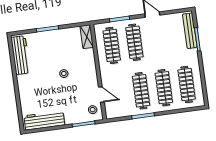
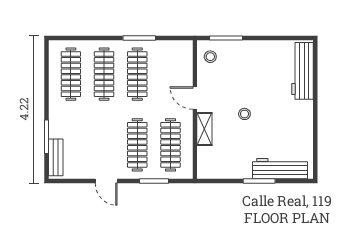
bench: (190, 31) -> (56, 157), width x0.73
shelving: (87, 37) -> (204, 129), moved
workbench: (20, 55) -> (280, 169), moved, turned 90
door: (101, 94) -> (195, 98), moved
workbench: (44, 120) -> (303, 71), moved, turned 90

